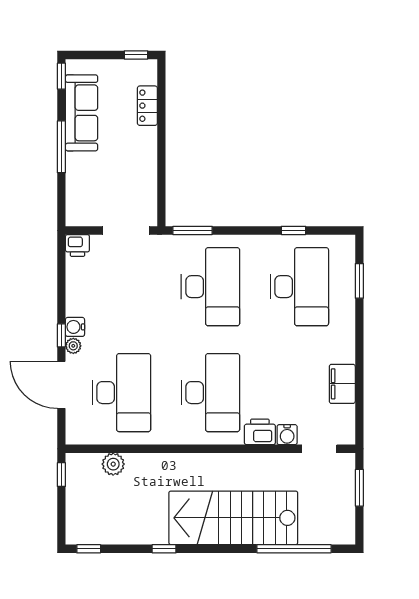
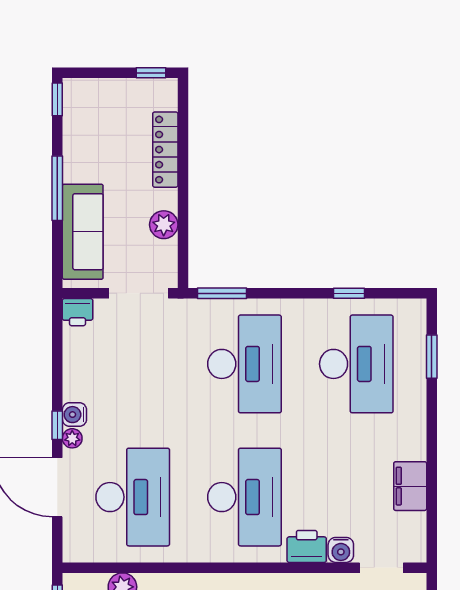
locker: (147, 106) -> (165, 150), width x1.53
sofa: (82, 113) -> (83, 232), moved
plant: (146, 176) -> (164, 225), added

